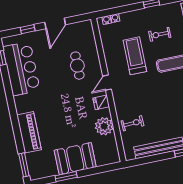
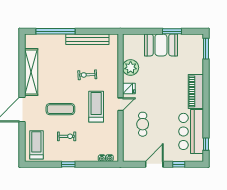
treadmill: (135, 56) -> (96, 107), moved, turned 180
exercise bike: (133, 123) -> (87, 75), moved
piano: (29, 132) -> (196, 91), moved

